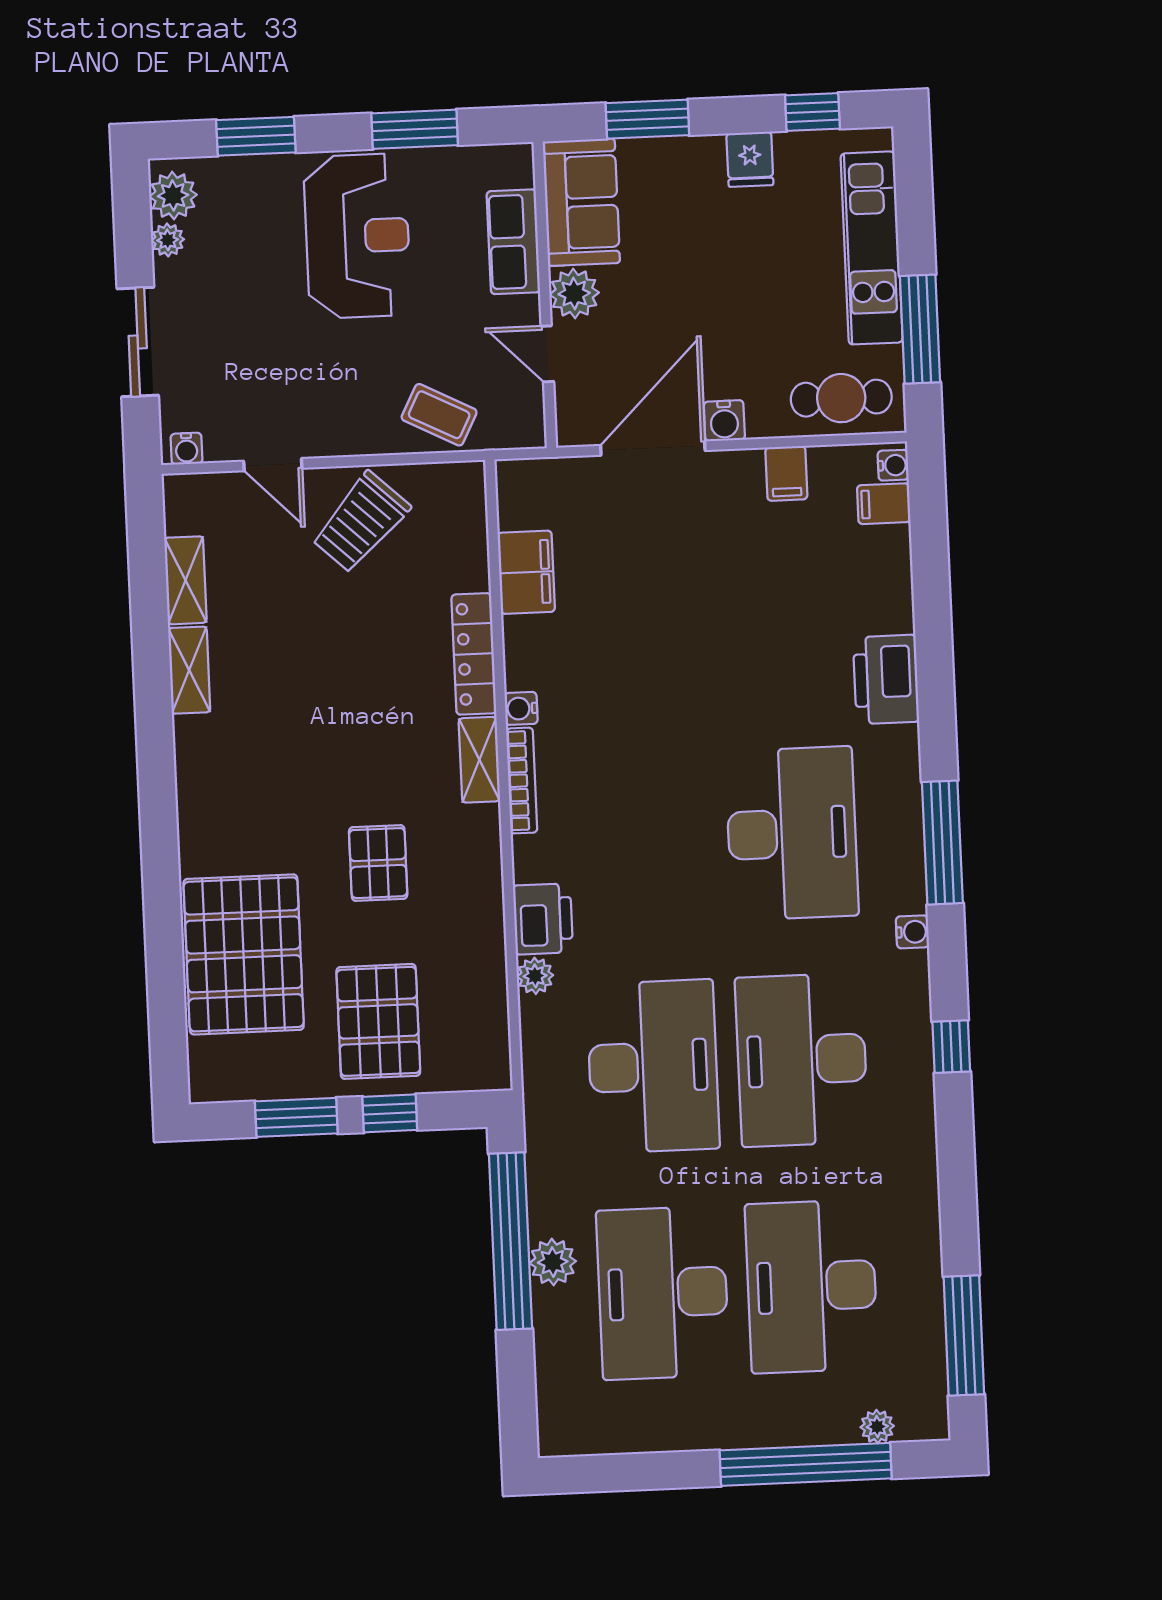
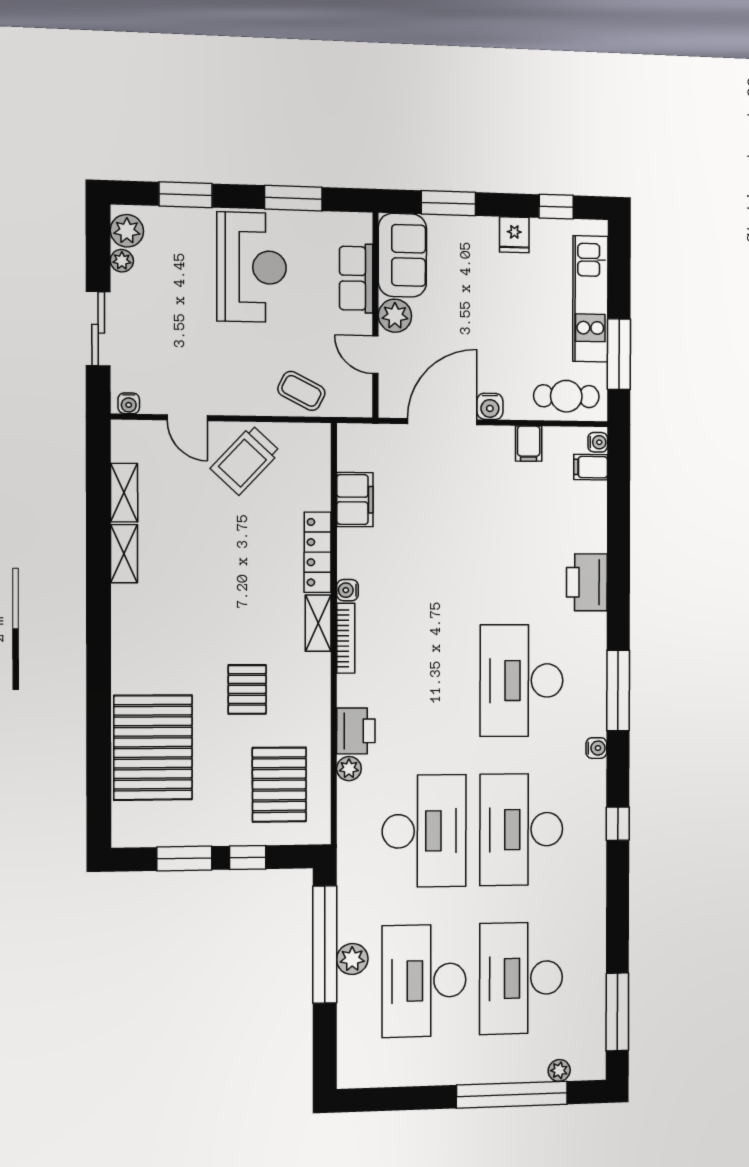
desk: (792, 833) -> (522, 681), turned 180
pallet: (378, 1021) -> (279, 785), moved

